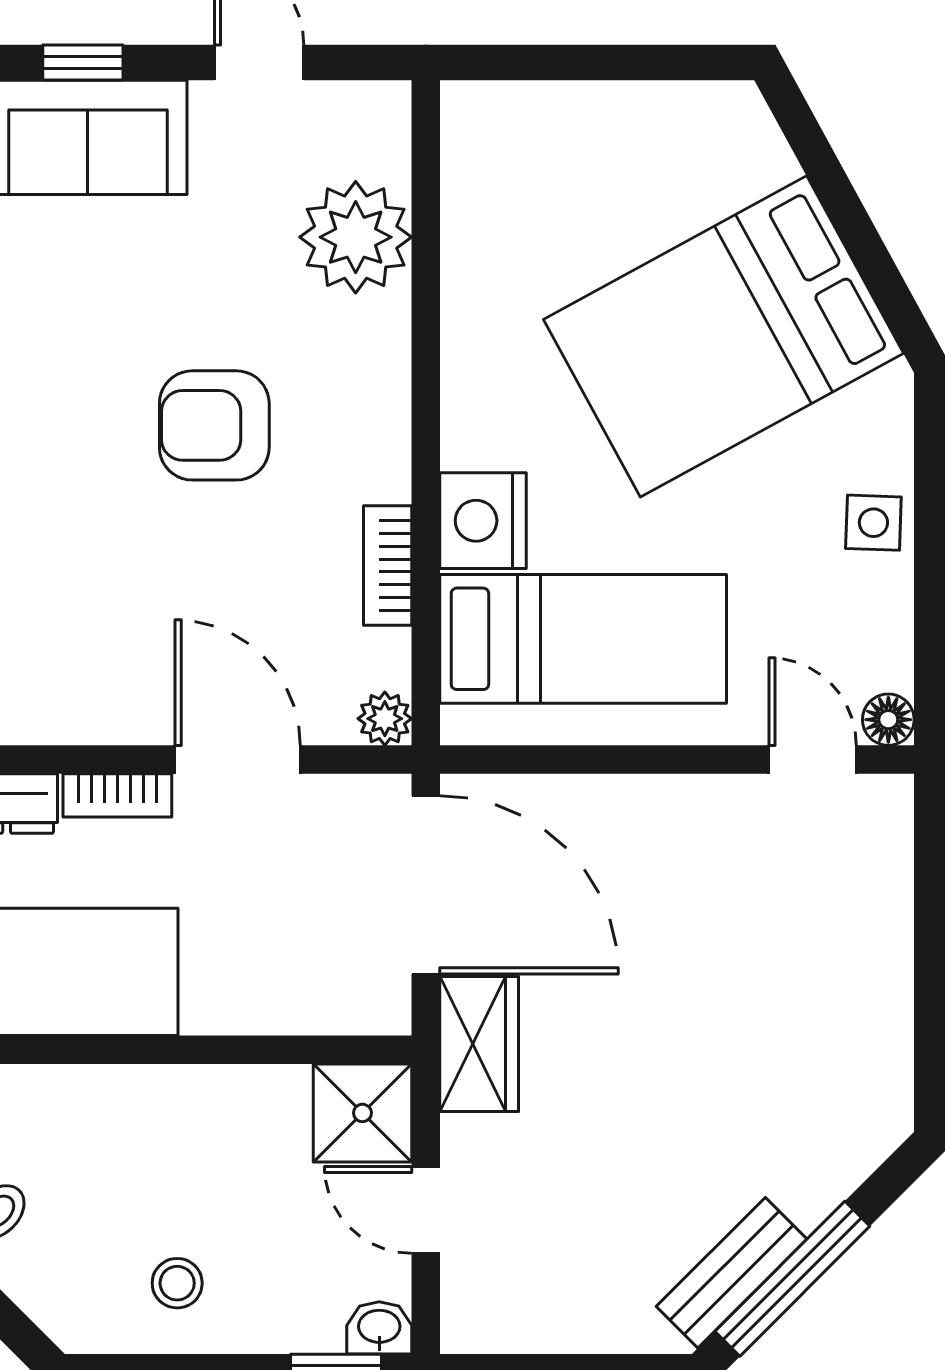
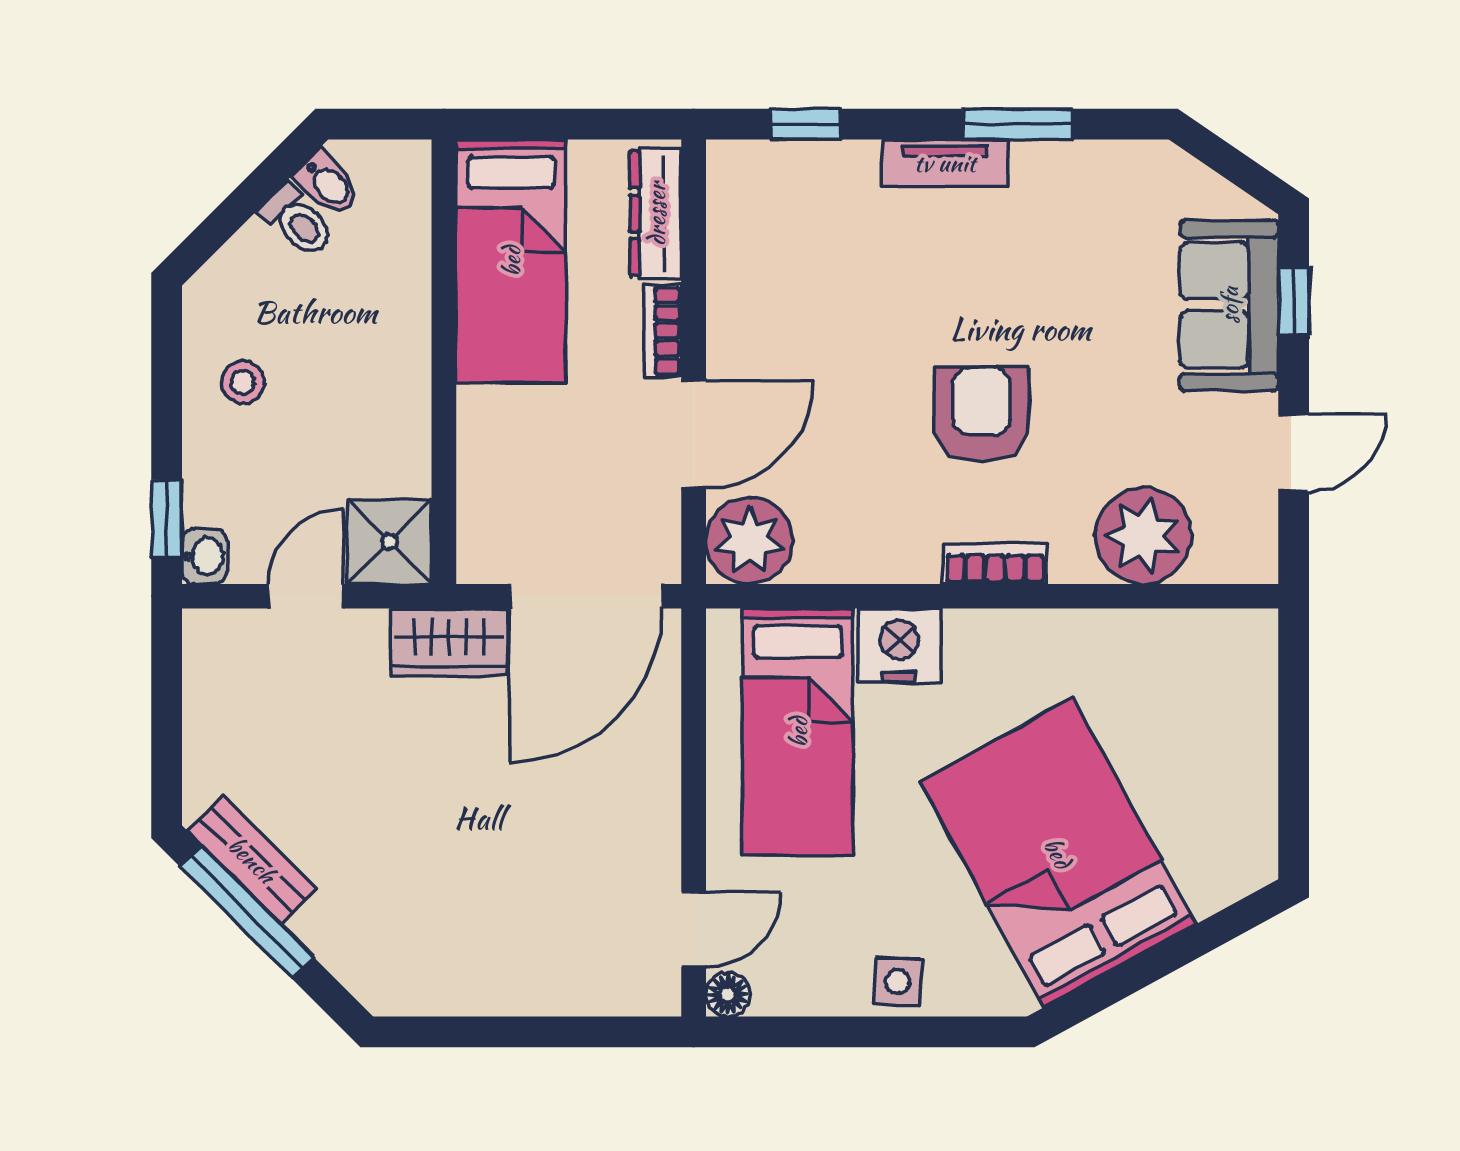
bookcase: (388, 565) -> (995, 563), moved
plant: (385, 719) -> (749, 541), width x1.88, depth x1.88

